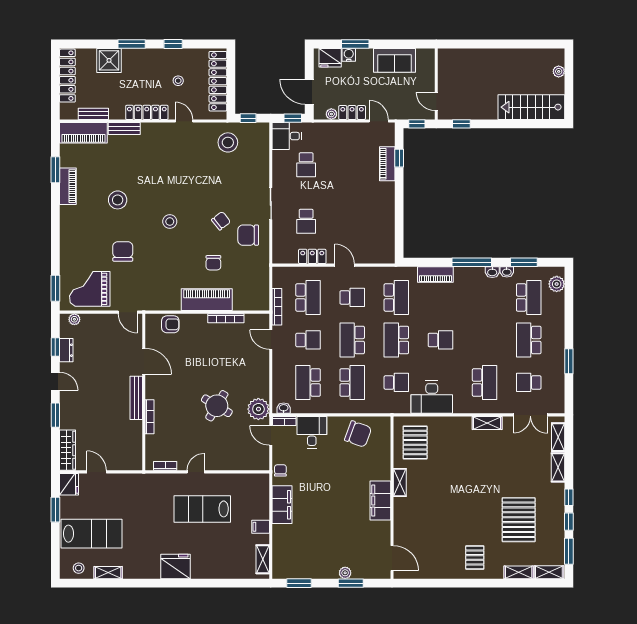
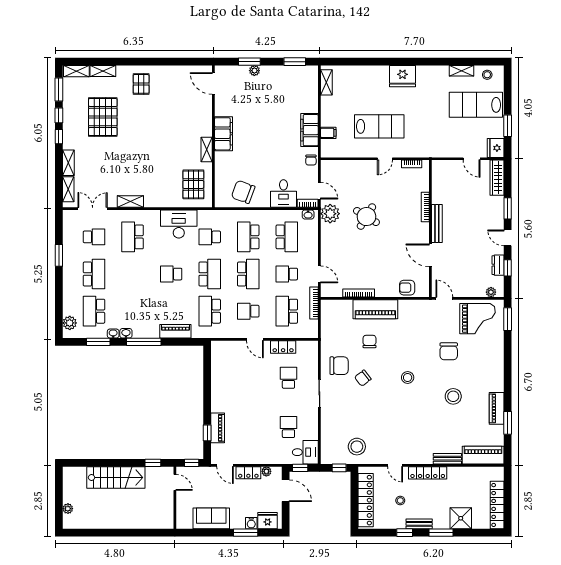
stairs: (531, 107) -> (116, 478), moved
bench: (93, 114) -> (419, 524), moved
filing cabinet: (261, 527) -> (328, 133), moved

